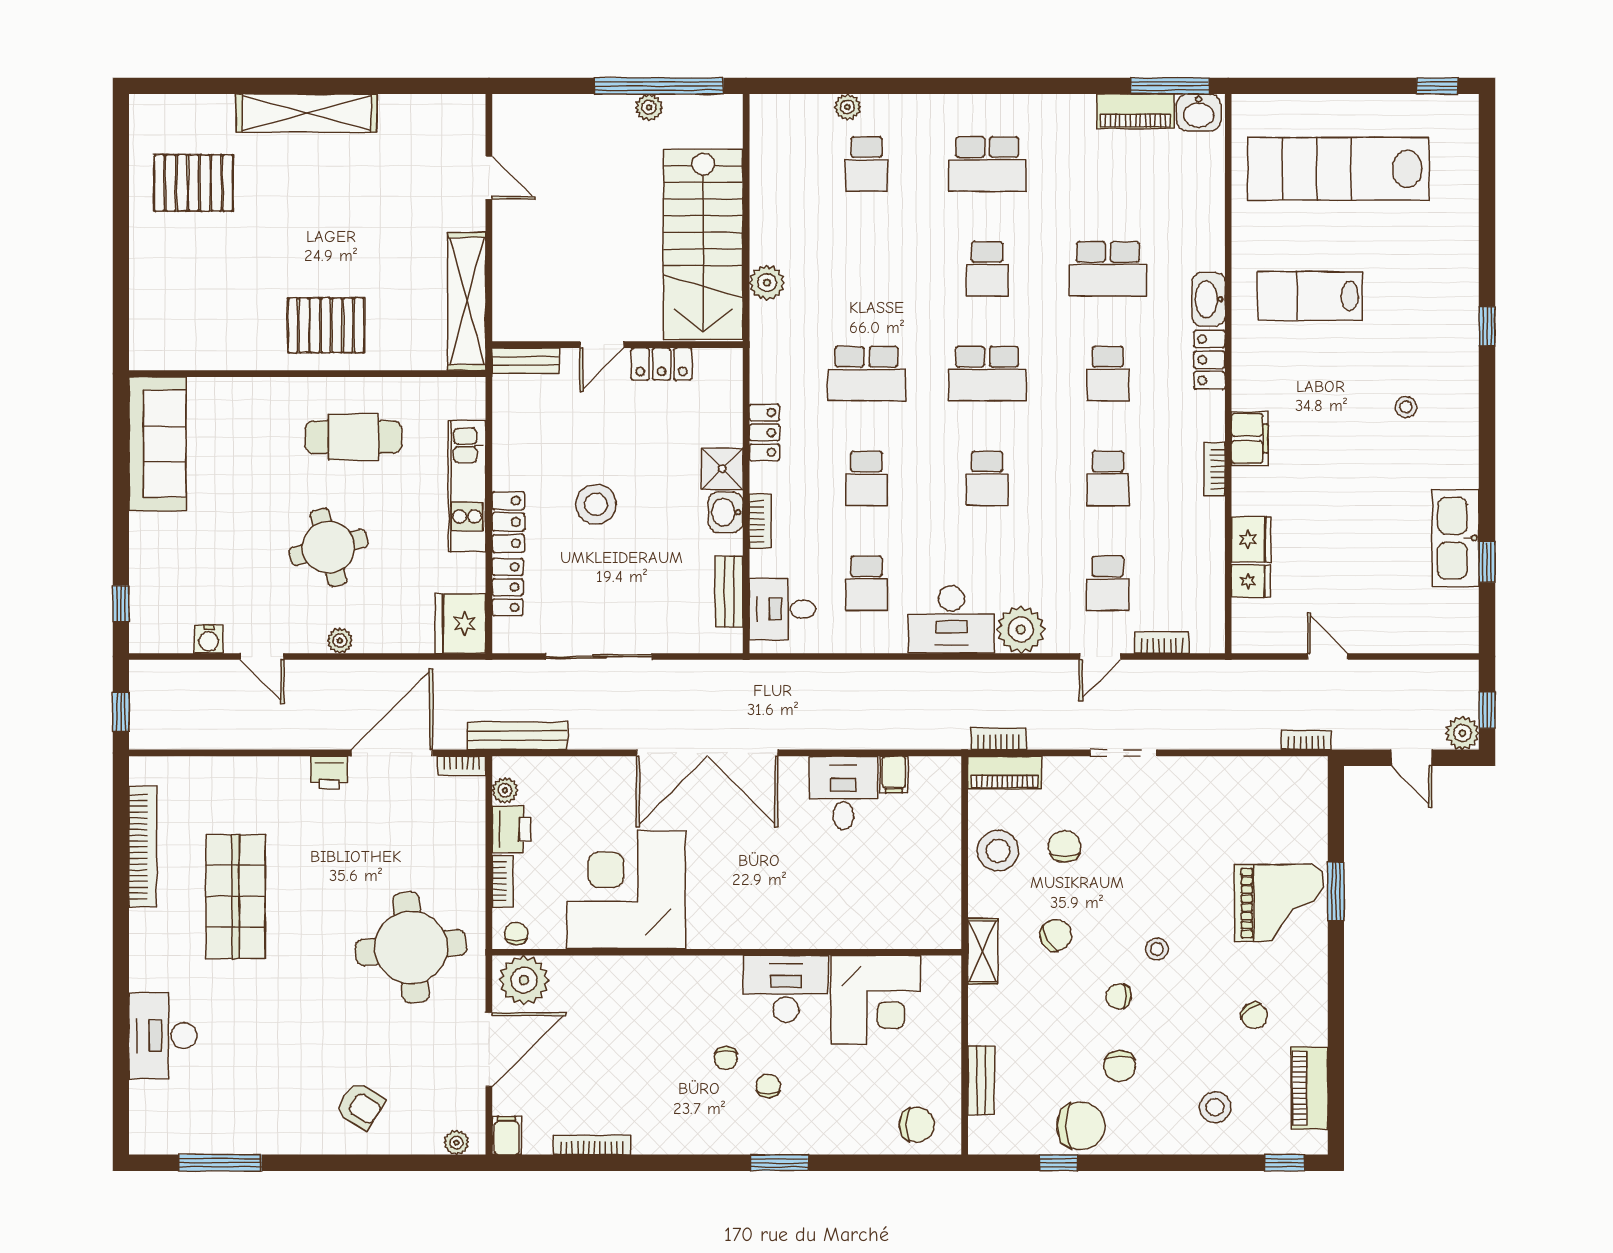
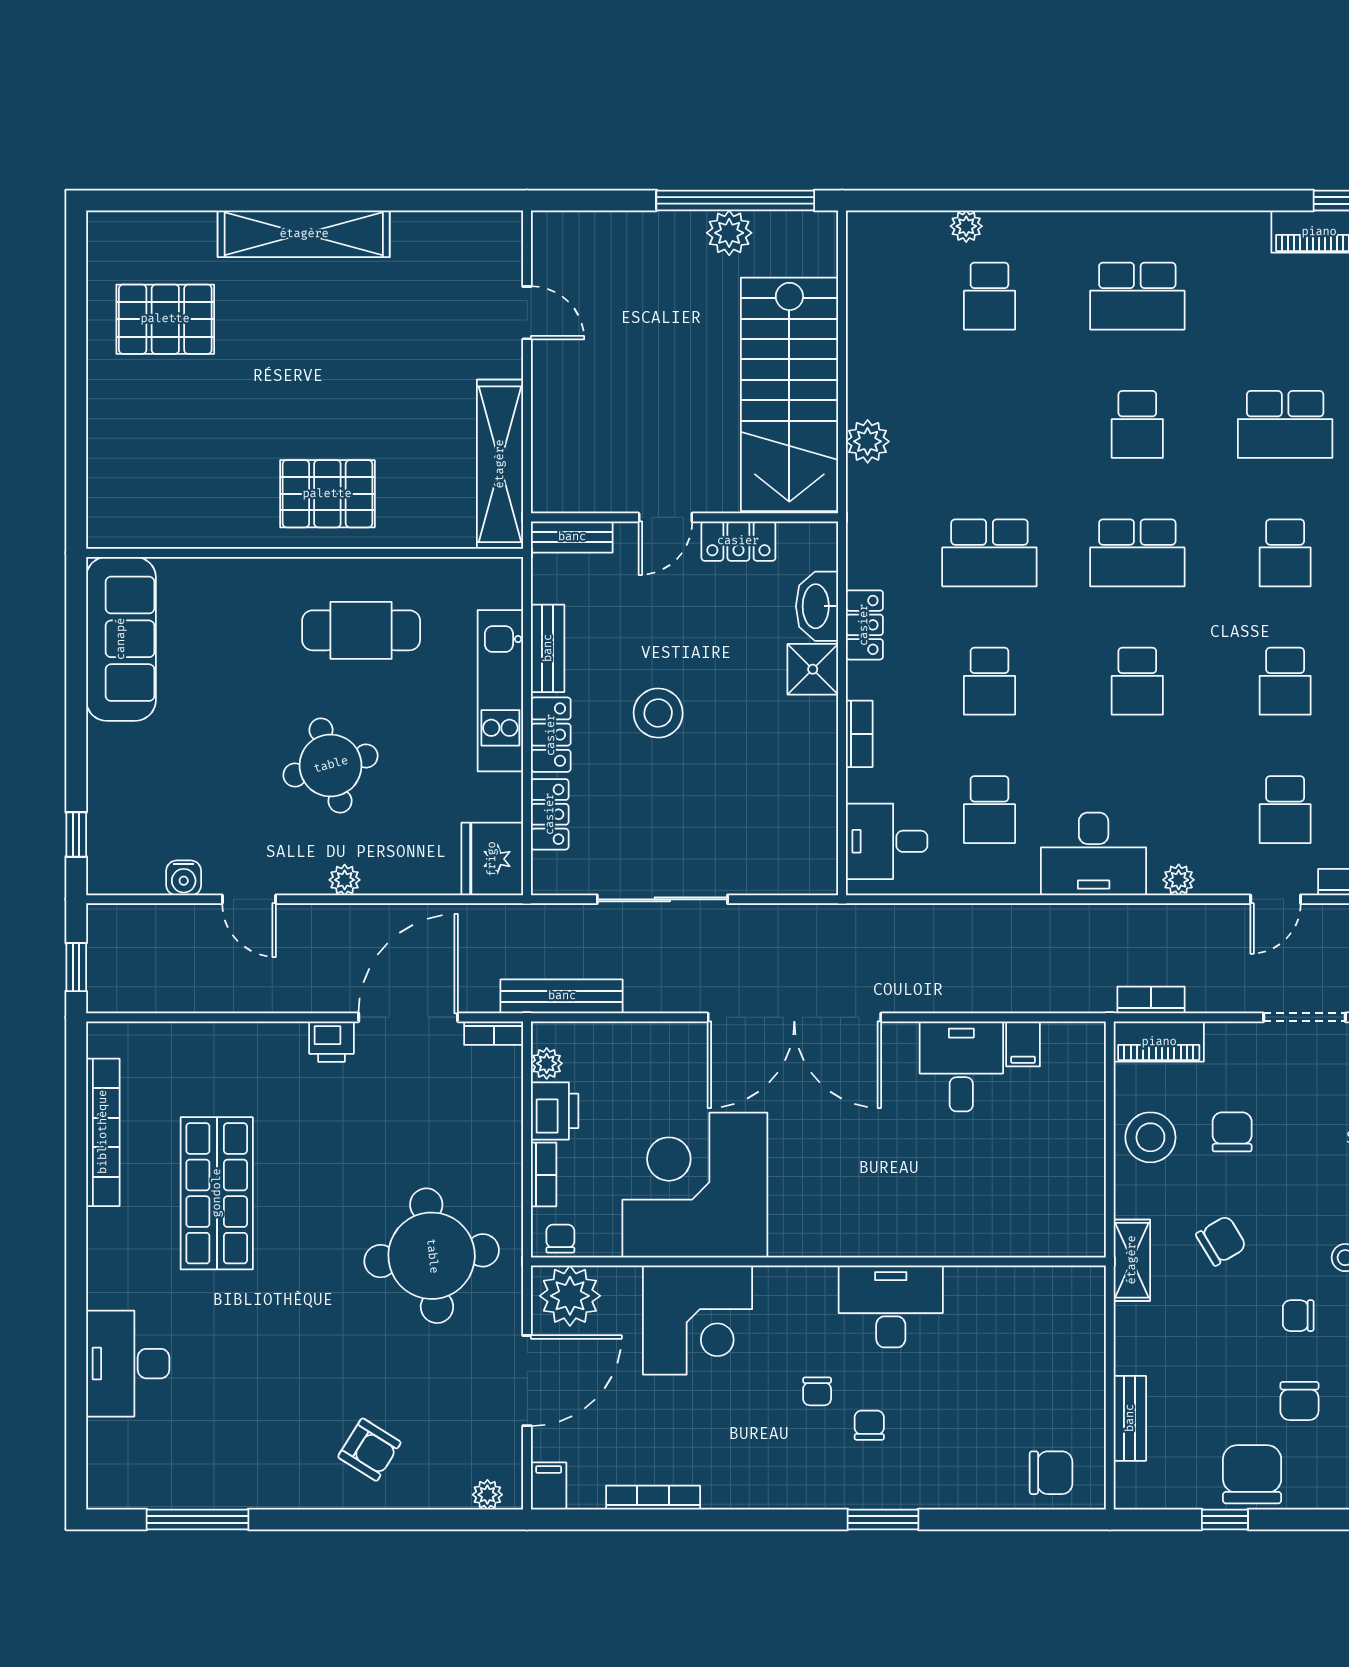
plant: (649, 107) -> (729, 233), width x1.38, depth x1.38
washbasin: (726, 512) -> (817, 606), moved, width x1.38
bench: (729, 592) -> (548, 648), moved
plant: (1021, 629) -> (1179, 880), width x0.53, depth x0.53
corner desk: (876, 1000) -> (698, 1320), moved
chair: (1081, 1126) -> (1252, 1474), turned -90

